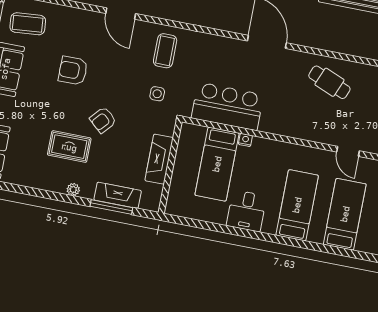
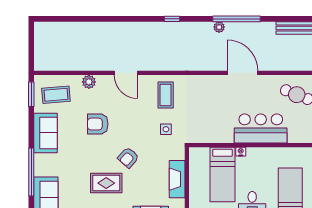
plant: (72, 16) -> (89, 82), added
bar counter: (227, 106) -> (261, 128), moved

